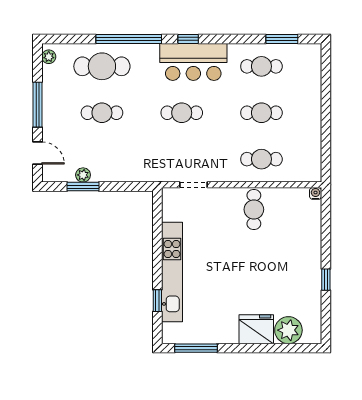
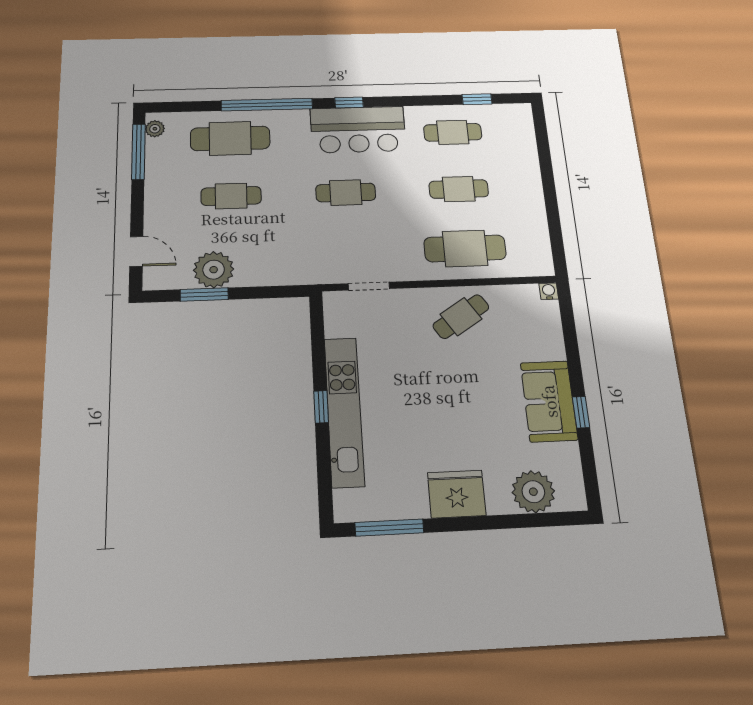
window: (282, 39) -> (477, 99), width x0.67
window: (38, 105) -> (138, 152), moved
cafe table: (261, 159) -> (465, 248), width x1.37, depth x1.35
plant: (83, 175) -> (214, 270), width x1.88, depth x1.88
cafe table: (254, 209) -> (461, 317), turned 57
sofa: (306, 271) -> (549, 401), added
window: (157, 301) -> (321, 407), moved
fridge: (256, 329) -> (457, 494), moved

